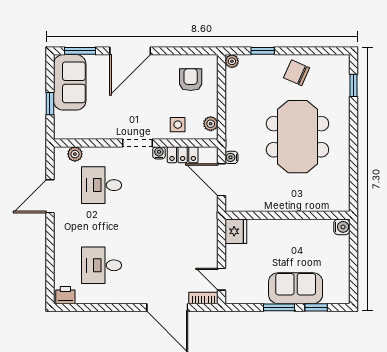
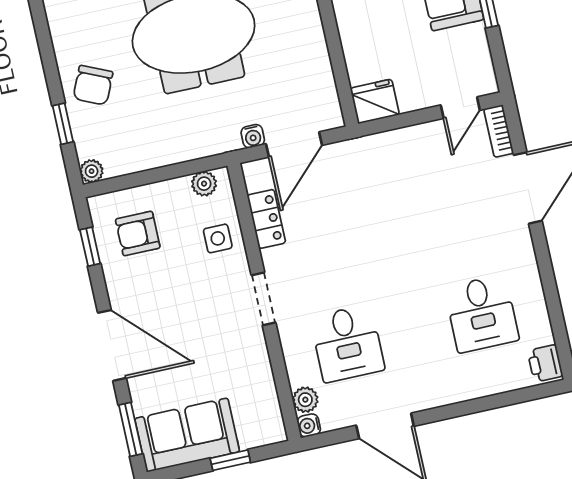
window: (189, 51) -> (90, 247), added
chair: (297, 73) -> (93, 85), moved
water cooler: (159, 153) -> (309, 425), moved

